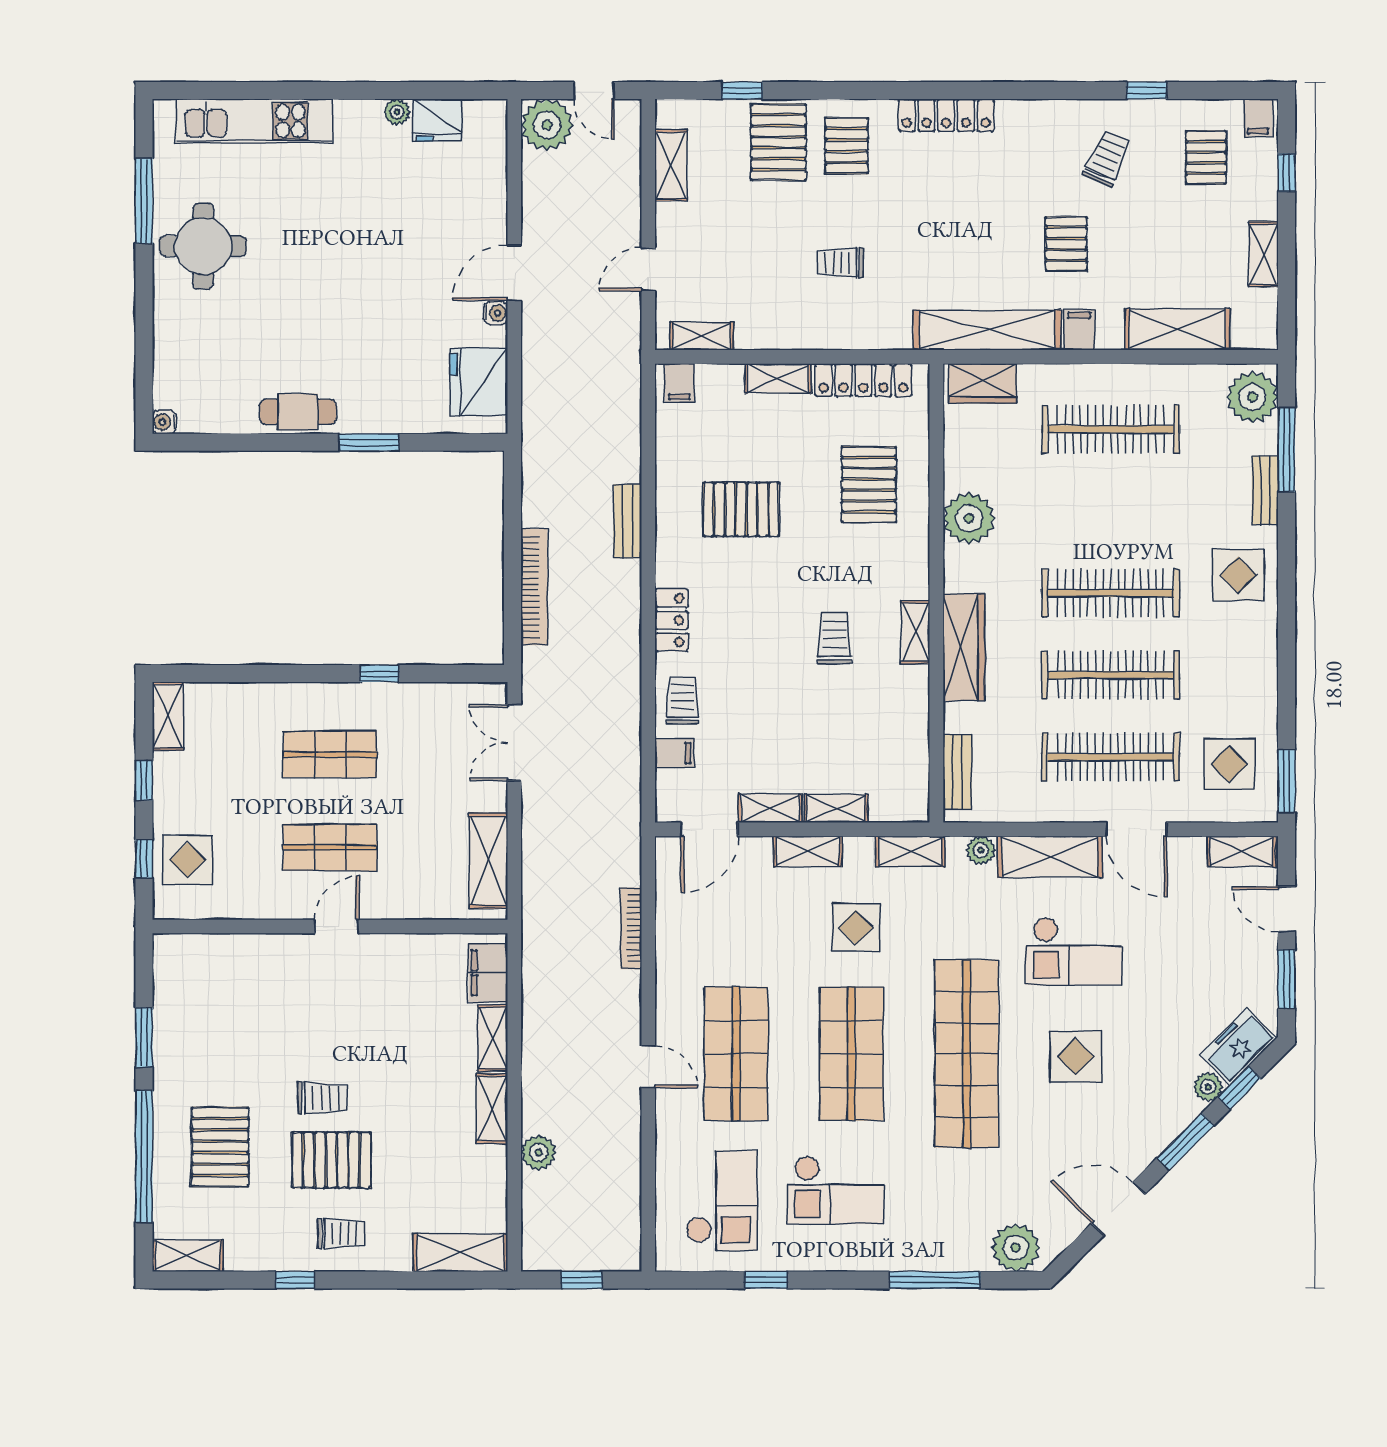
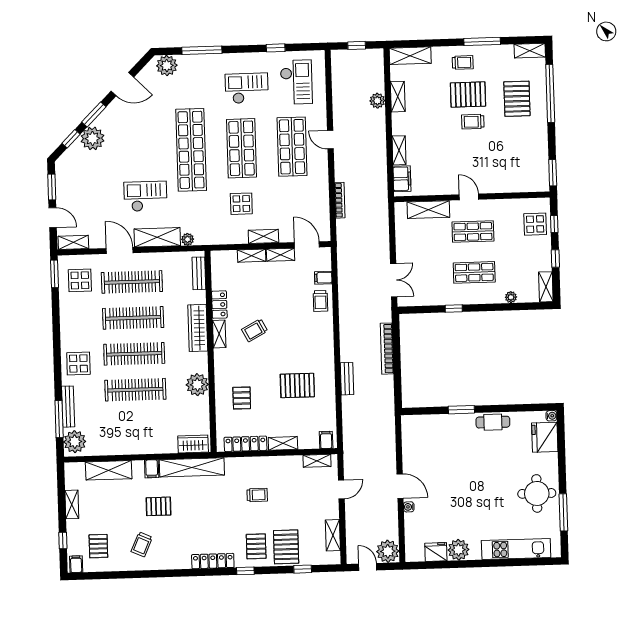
window: (1146, 91) -> (245, 571), moved
plant: (397, 112) -> (458, 550), width x1.87, depth x1.87
pallet: (1066, 244) -> (158, 506), turned 90
door: (514, 273) -> (400, 486), hinge flipped
water cooler: (496, 313) -> (409, 507), moved
fridge: (479, 382) -> (545, 437), moved, turned 180
clothes rail: (1111, 429) -> (135, 390), moved
pallet: (869, 485) -> (242, 398), width x0.67, depth x0.71
bench: (1265, 490) -> (68, 407), width x1.36
locker: (672, 620) -> (219, 305), moved, turned 180
trolley: (834, 638) -> (255, 330), turned 62
plant: (248, 695) -> (511, 297), added
door: (709, 829) -> (307, 245), hinge flipped
shelving: (910, 852) -> (219, 238), removed
shelving: (488, 861) -> (428, 210), moved, turned 90
door: (337, 926) -> (469, 197), swing flipped
window: (144, 1037) -> (553, 173), moved
freezer: (1238, 1046) -> (72, 157), removed
display table: (1076, 1057) -> (143, 150), removed
plant: (1208, 1087) -> (92, 138), width x1.88, depth x1.88
shelving: (492, 1109) -> (398, 97), moved
checkout: (722, 1201) -> (296, 82), turned 180
trolley: (341, 1233) -> (463, 63), turned 180
window: (295, 1280) -> (482, 41), width x2.17

